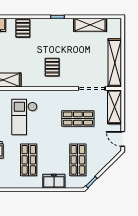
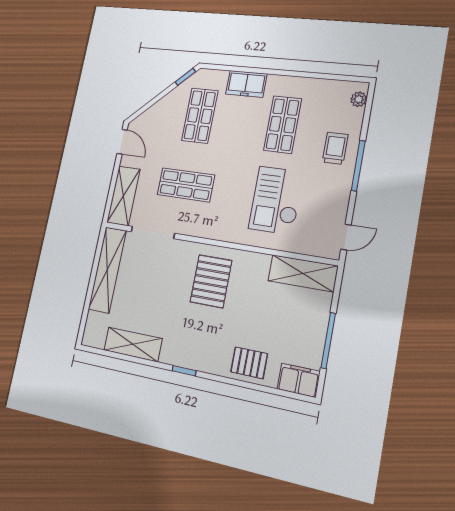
pallet: (23, 28) -> (249, 363), turned 90
pallet: (52, 67) -> (211, 281), width x1.50, depth x1.42
checkout: (24, 117) -> (276, 200), turned 180

